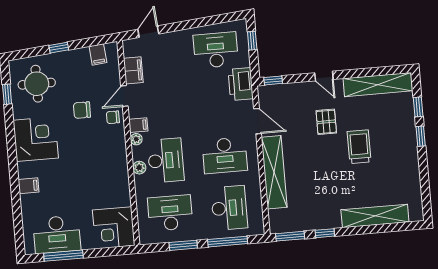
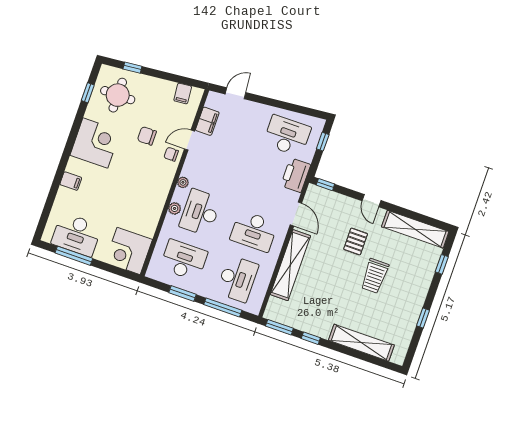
window: (59, 48) -> (132, 68), moved
filing cabinet: (138, 125) -> (190, 171), removed
window: (421, 136) -> (423, 318), moved
trolley: (359, 147) -> (375, 276), turned 180
desk: (166, 160) -> (200, 212), turned 180

